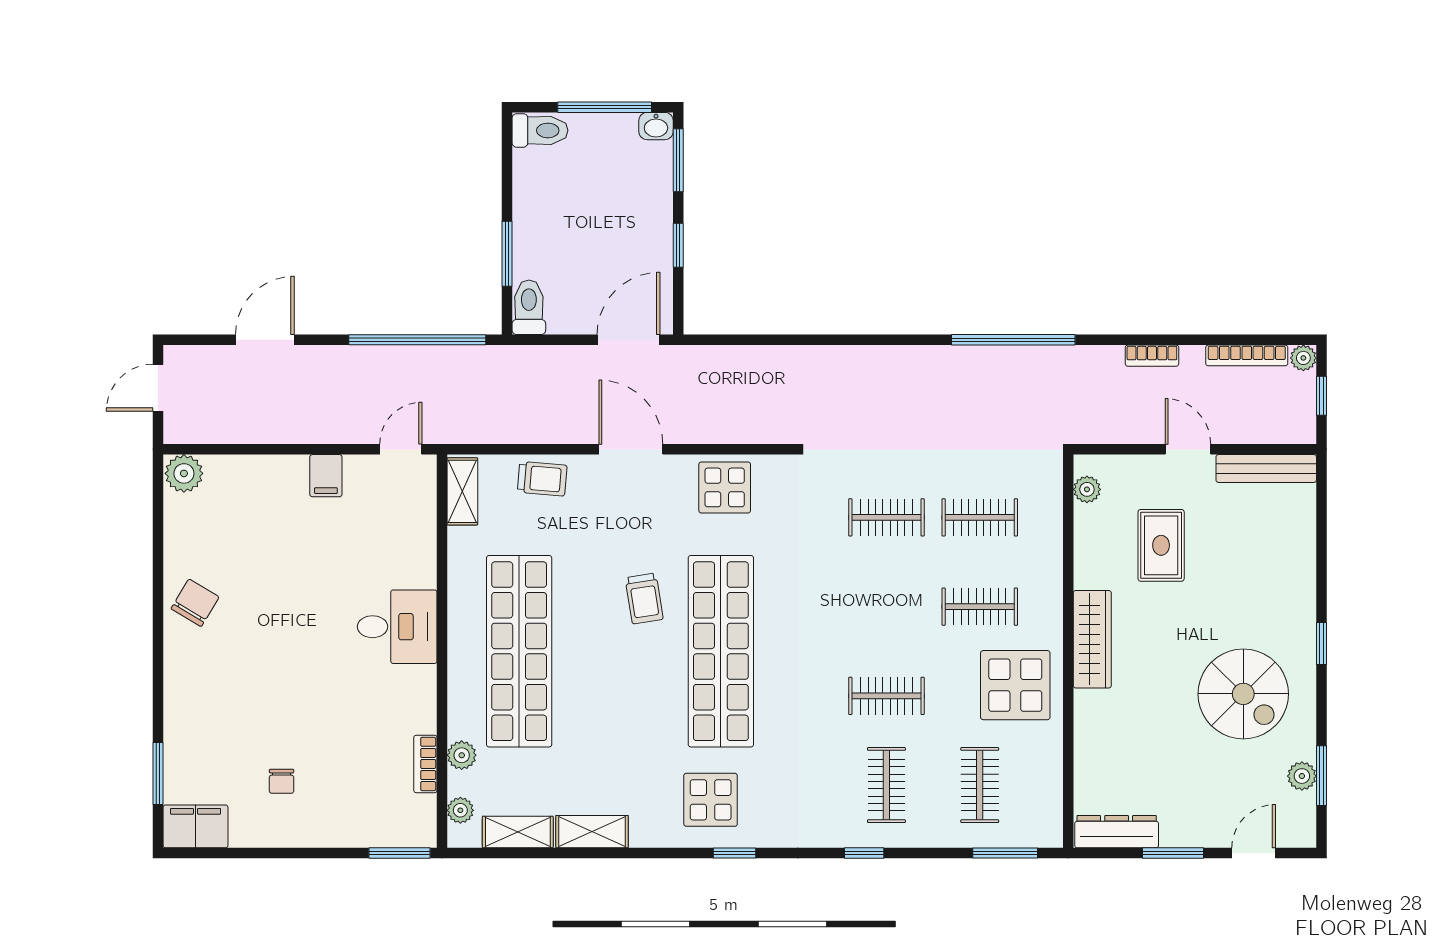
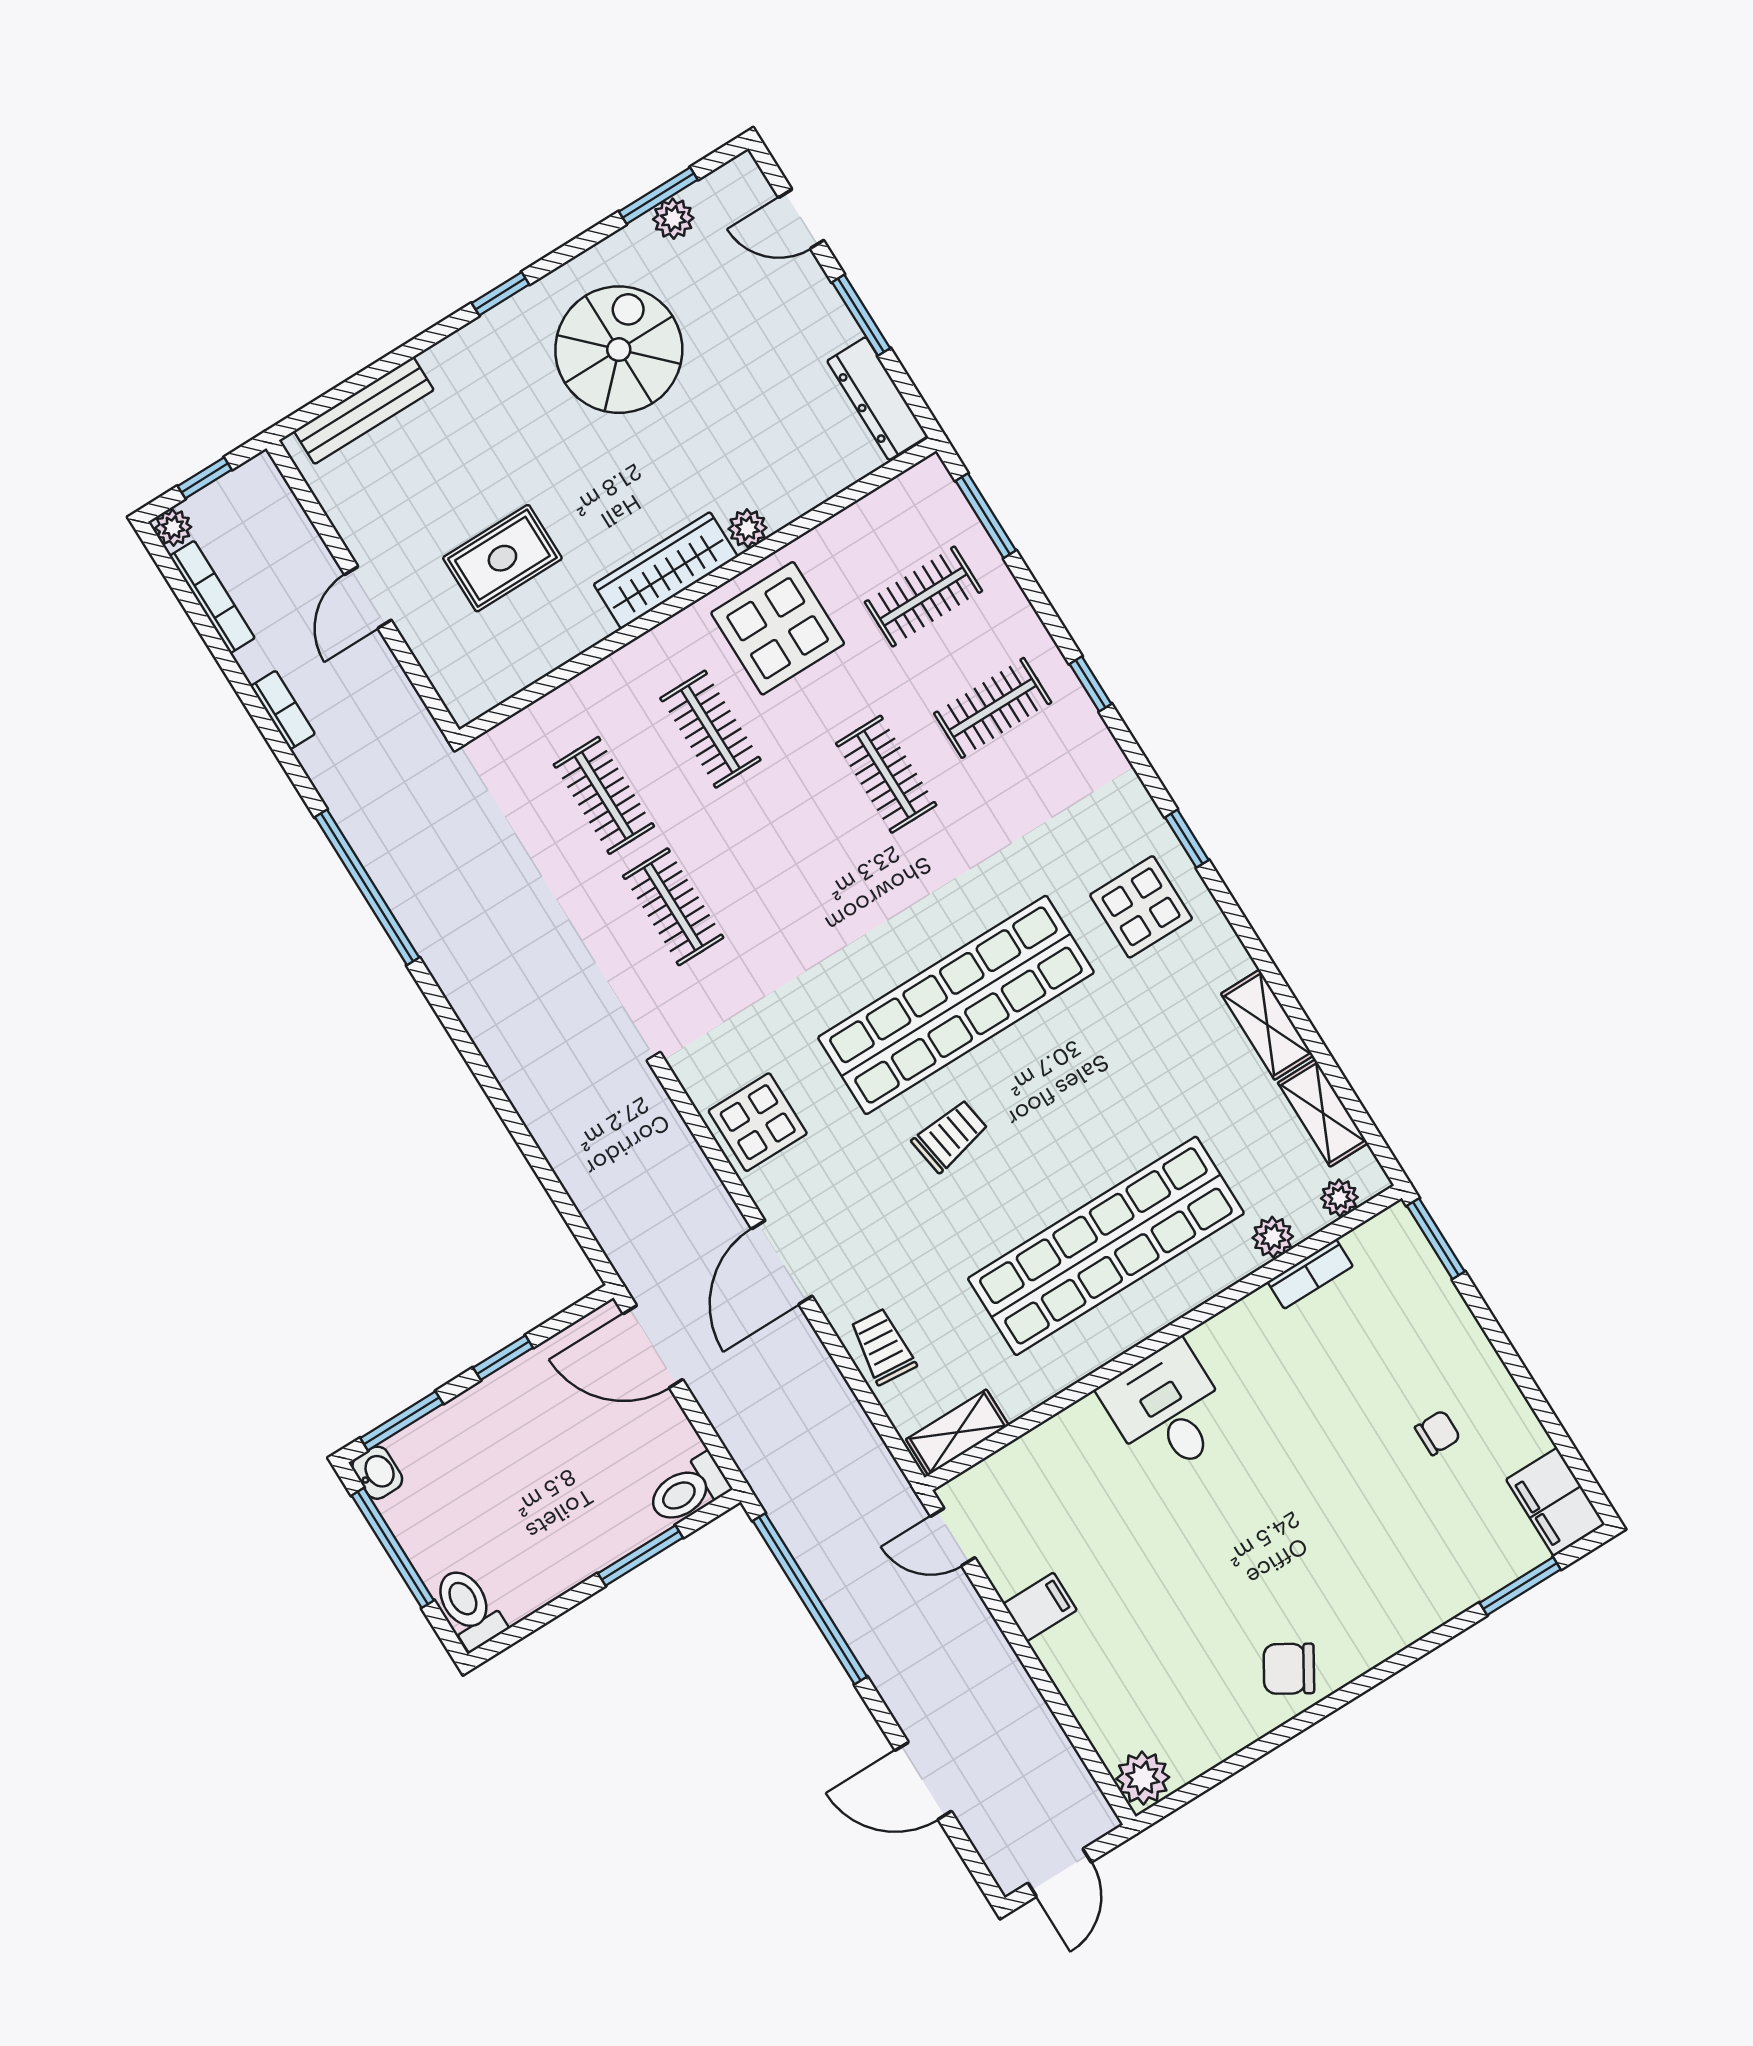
door: (158, 388) -> (1060, 1873), hinge flipped
bench: (1266, 468) -> (364, 411), moved, turned 90
plant: (1087, 489) -> (748, 528), moved

